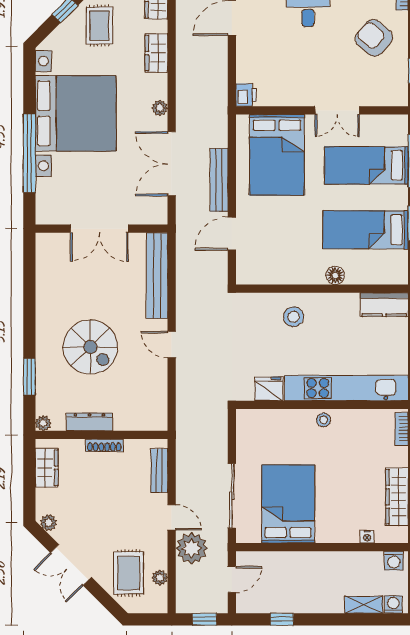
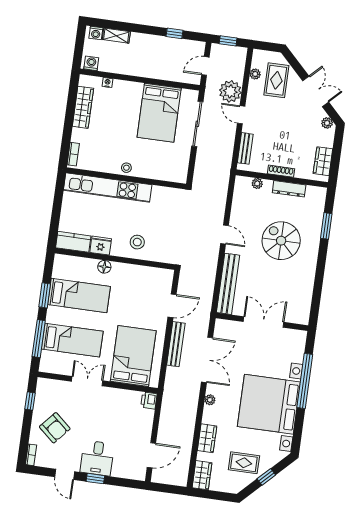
rug: (99, 26) -> (244, 463), turned 90
fridge: (269, 389) -> (101, 246), moved, turned 180
plant: (43, 423) -> (257, 184), moved

